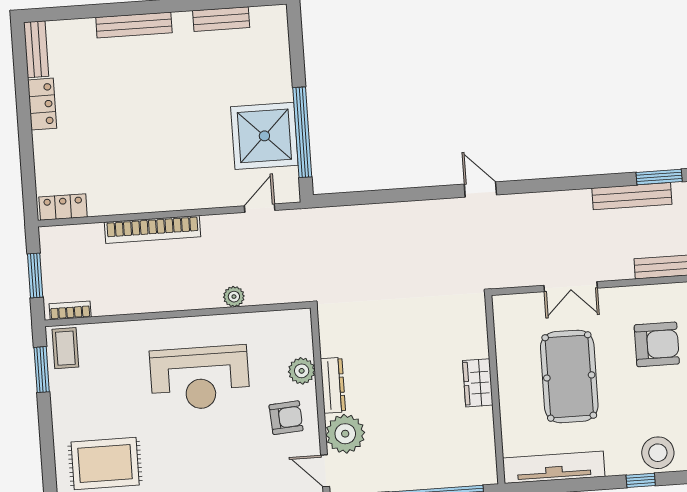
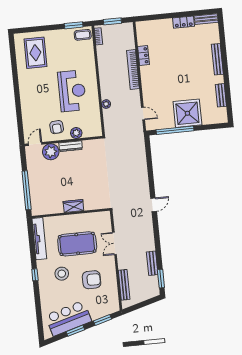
shower: (264, 136) -> (187, 113), moved
bench: (632, 196) -> (152, 263), width x0.73
locker: (63, 207) -> (143, 56), moved
armchair: (657, 344) -> (92, 280), turned -90
reception desk: (200, 378) -> (72, 91), turned 180
stool: (658, 453) -> (62, 274), moved

